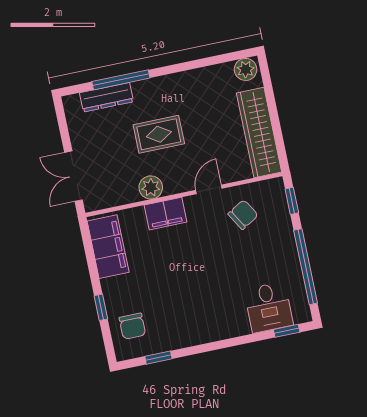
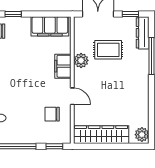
dresser: (106, 97) -> (143, 33), moved
window: (63, 126) -> (130, 14), added
rug: (159, 134) -> (108, 50), moved, turned 90
chair: (243, 215) -> (52, 114), turned 121

